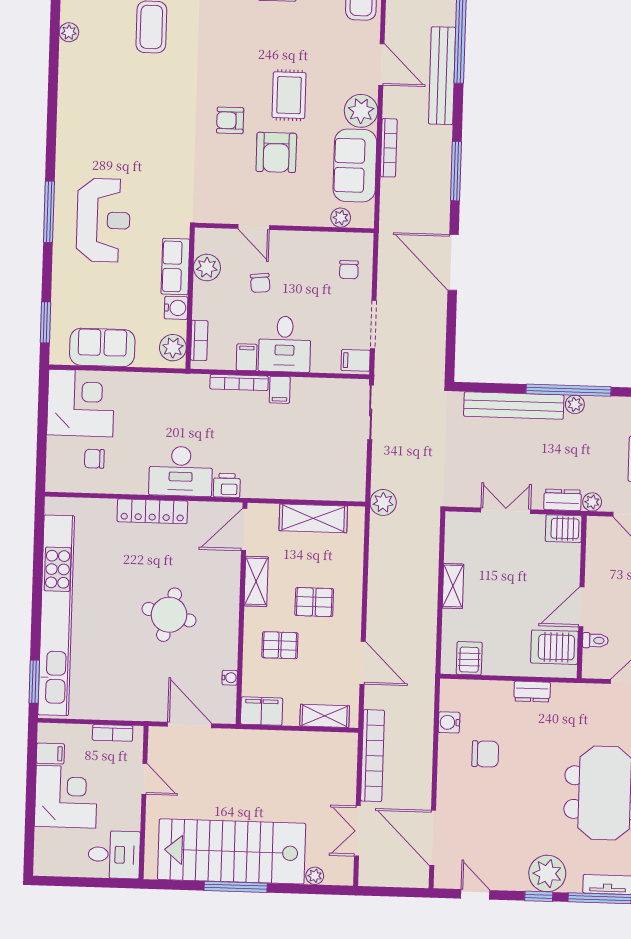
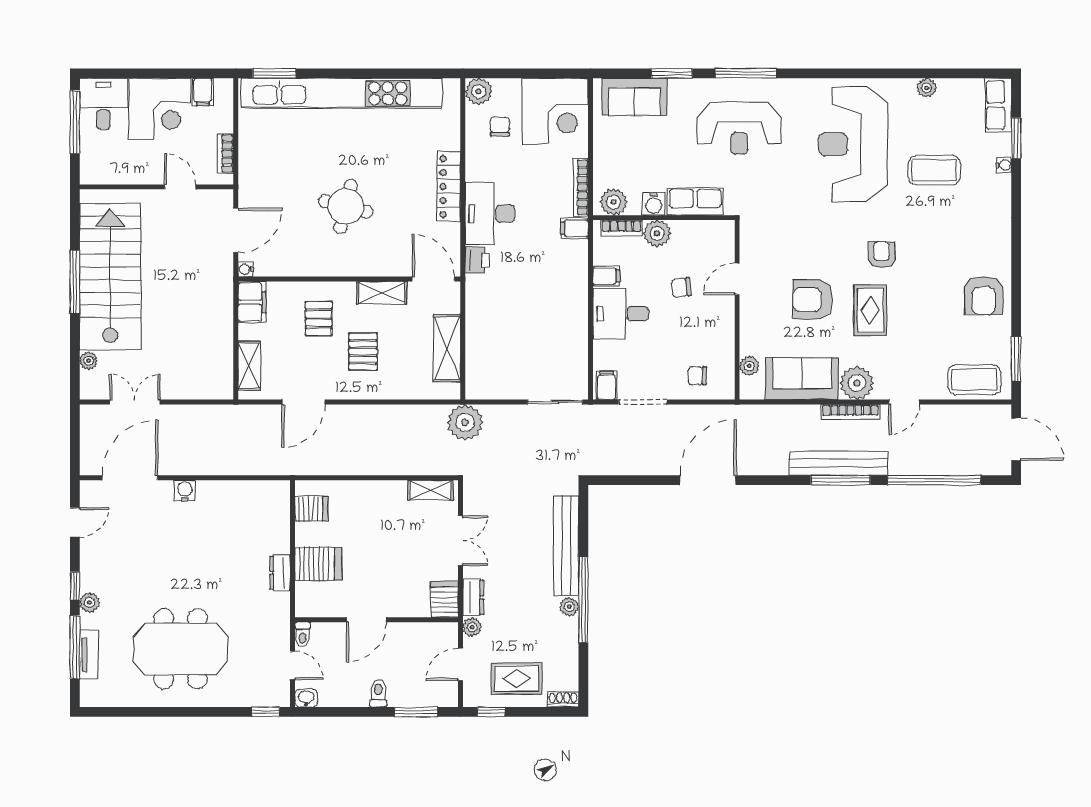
door: (381, 65) -> (904, 402), width x0.73
bench: (442, 76) -> (839, 463), moved
rug: (289, 95) -> (870, 310), turned 90
reception desk: (123, 107) -> (853, 144), added
armchair: (230, 120) -> (882, 255), moved
bookcase: (389, 148) -> (850, 412), moved
window: (456, 171) -> (841, 480), moved
plant: (207, 268) -> (657, 233), moved
window: (46, 322) -> (672, 73), moved
sofa: (102, 347) -> (635, 97), moved, turned 90
bookcase: (239, 382) -> (581, 187), moved
filing cabinet: (280, 390) -> (575, 228), moved
plant: (59, 479) -> (479, 91), added
plant: (383, 502) -> (465, 422), width x1.36, depth x1.36
shelving: (453, 586) -> (430, 490), moved
door: (581, 607) -> (366, 620), swing flipped
toilet: (595, 640) -> (303, 635), moved
server rack: (554, 647) -> (318, 564), moved, turned 90
water cooler: (230, 678) -> (246, 269), moved, turned 90
water cooler: (449, 722) -> (185, 491), moved
chair: (485, 754) -> (216, 528), removed
bookcase: (373, 756) -> (211, 415), removed
door: (144, 779) -> (180, 187), swing flipped
desk: (114, 855) -> (103, 104), moved, turned 180
plant: (547, 873) -> (90, 602), width x0.53, depth x0.53
window: (77, 882) -> (75, 122), added

